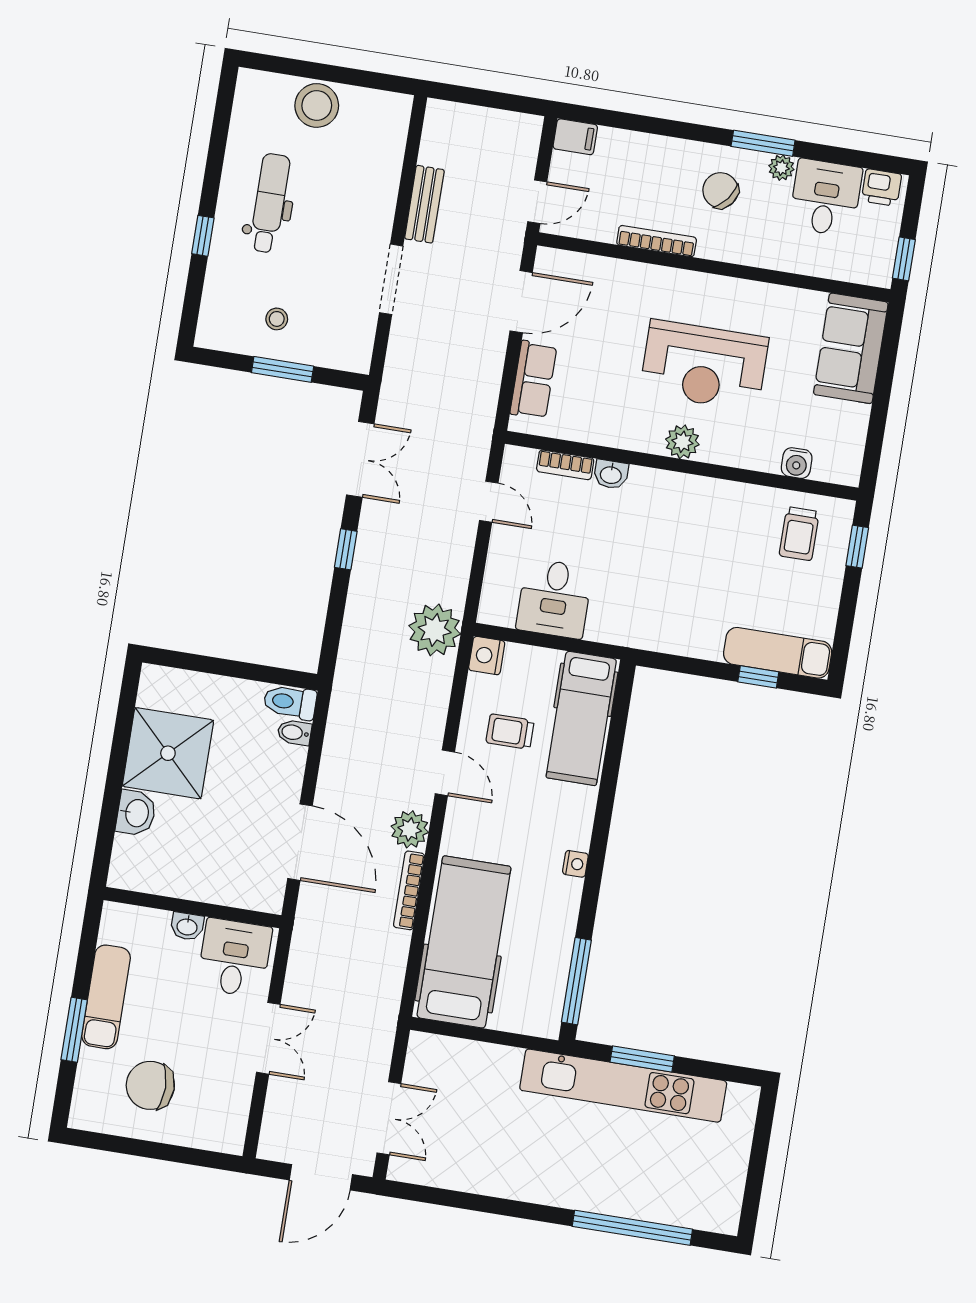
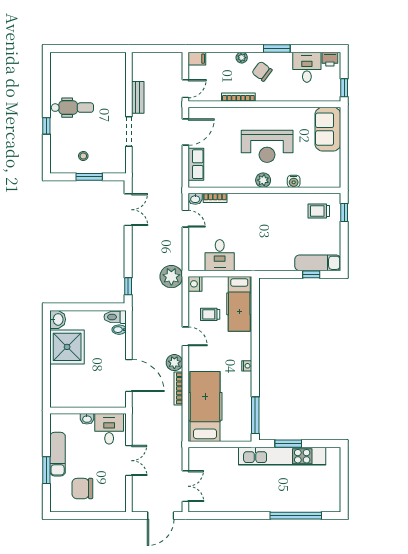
stool: (317, 105) -> (86, 63), removed
plant: (781, 168) -> (242, 58), moved
dental chair: (270, 203) -> (72, 108), turned 90
water cooler: (797, 463) -> (294, 181), moved
washbasin: (611, 474) -> (195, 199), moved
trolley: (799, 534) -> (319, 211), turned 90
window: (346, 549) -> (128, 286), moved
washbasin: (136, 813) -> (58, 319), moved

